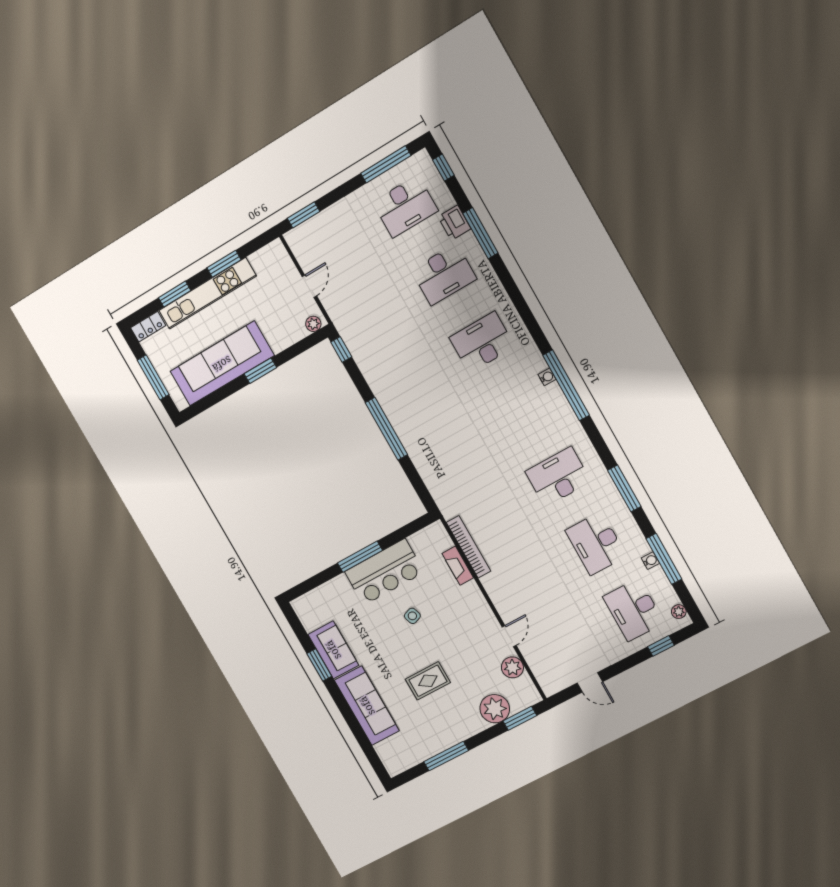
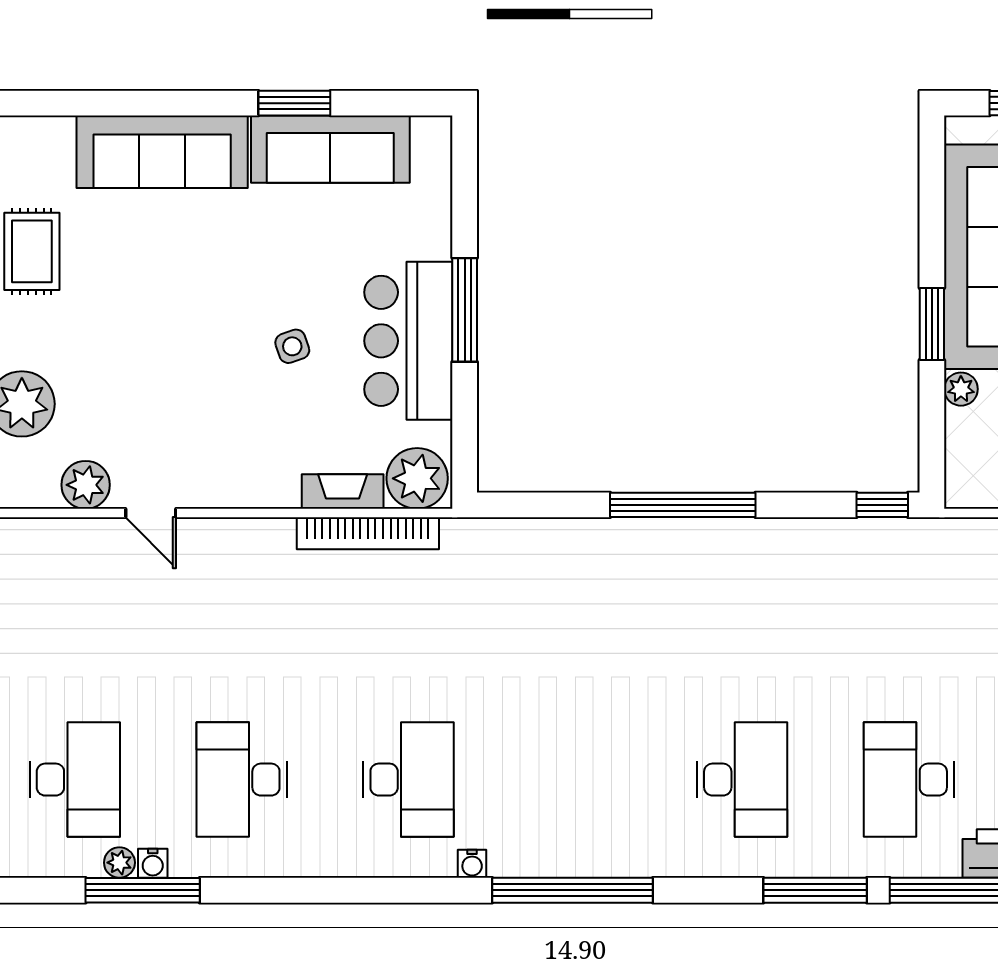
plant: (313, 324) -> (961, 389), moved
water cooler: (547, 377) -> (472, 864), moved
window: (624, 488) -> (815, 890), moved
plant: (436, 539) -> (417, 478), added
desk: (596, 543) -> (242, 780), turned -90
desk: (633, 610) -> (75, 780), turned 90
plant: (679, 612) -> (119, 863), moved
sofa: (333, 650) -> (330, 149), width x1.36
rug: (428, 681) -> (32, 251), moved

